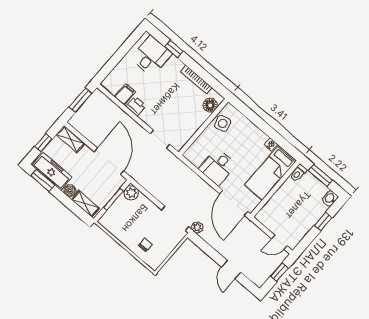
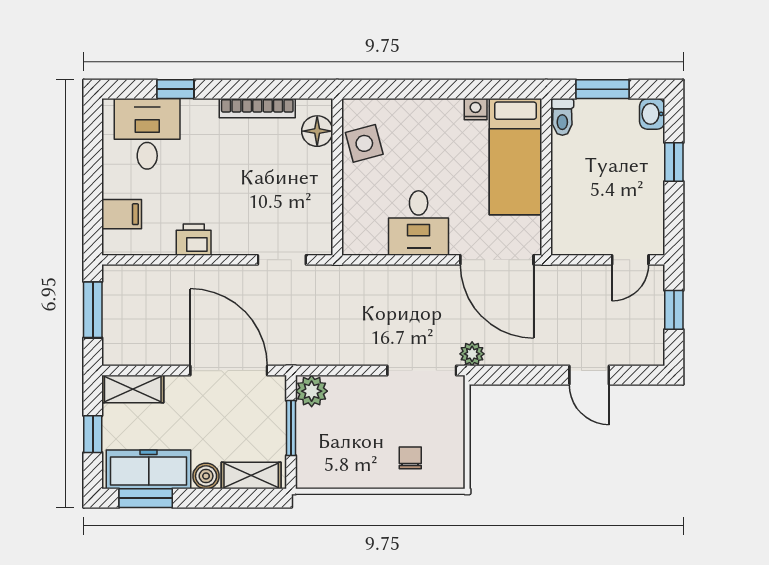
filing cabinet: (125, 94) -> (122, 214), moved, turned 90

